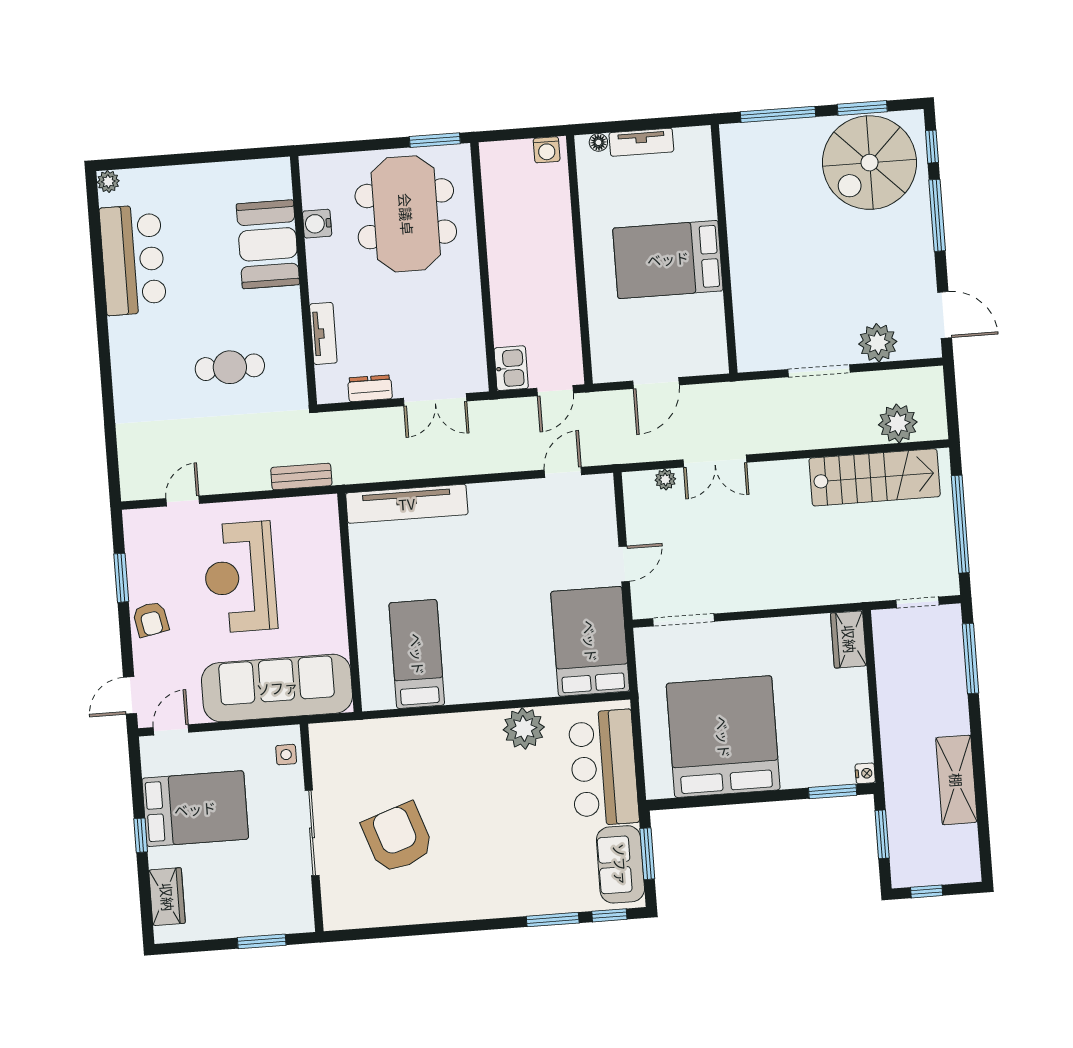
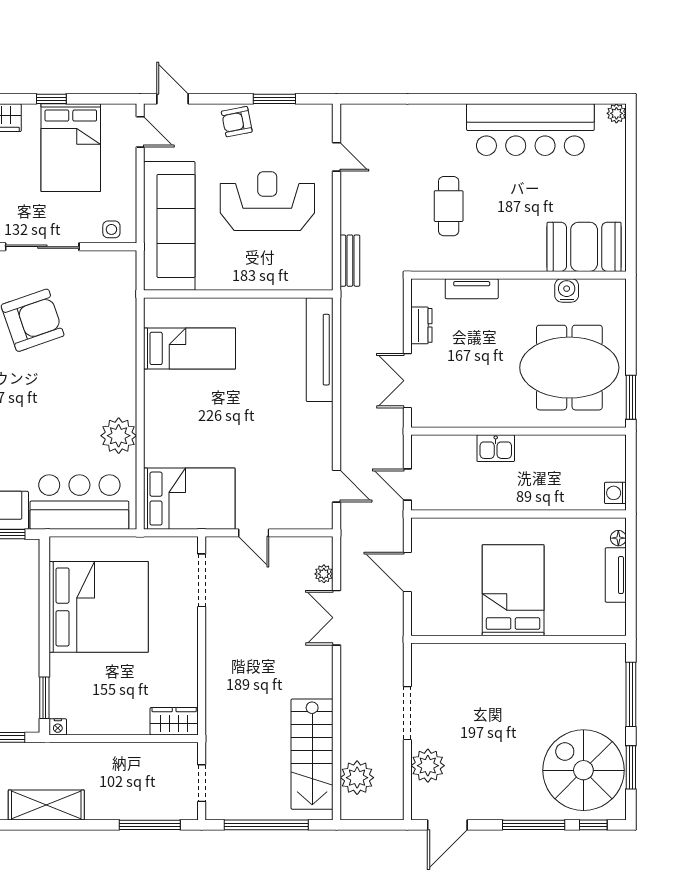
booth: (268, 244) -> (584, 247), moved
bar counter: (133, 260) -> (530, 130), width x1.36
kitchen sink: (511, 368) -> (496, 448), moved

